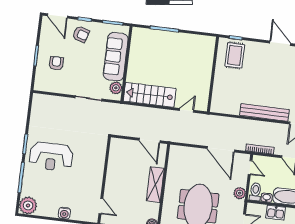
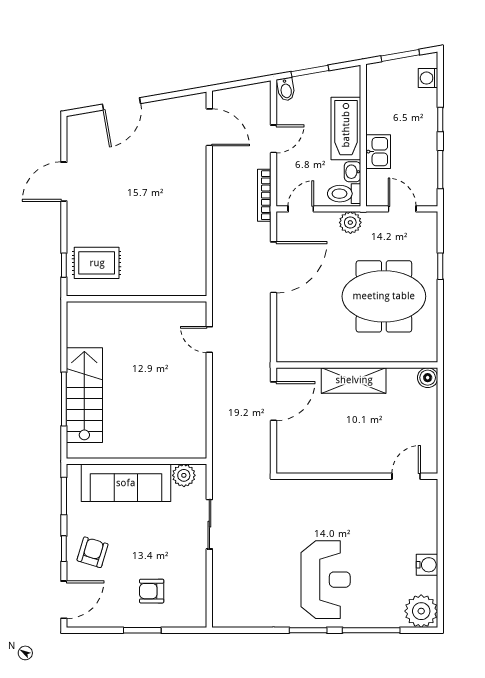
stairs: (150, 95) -> (84, 395), moved, turned 180
bench: (264, 112) -> (196, 195), removed
water cooler: (64, 213) -> (427, 565), moved

